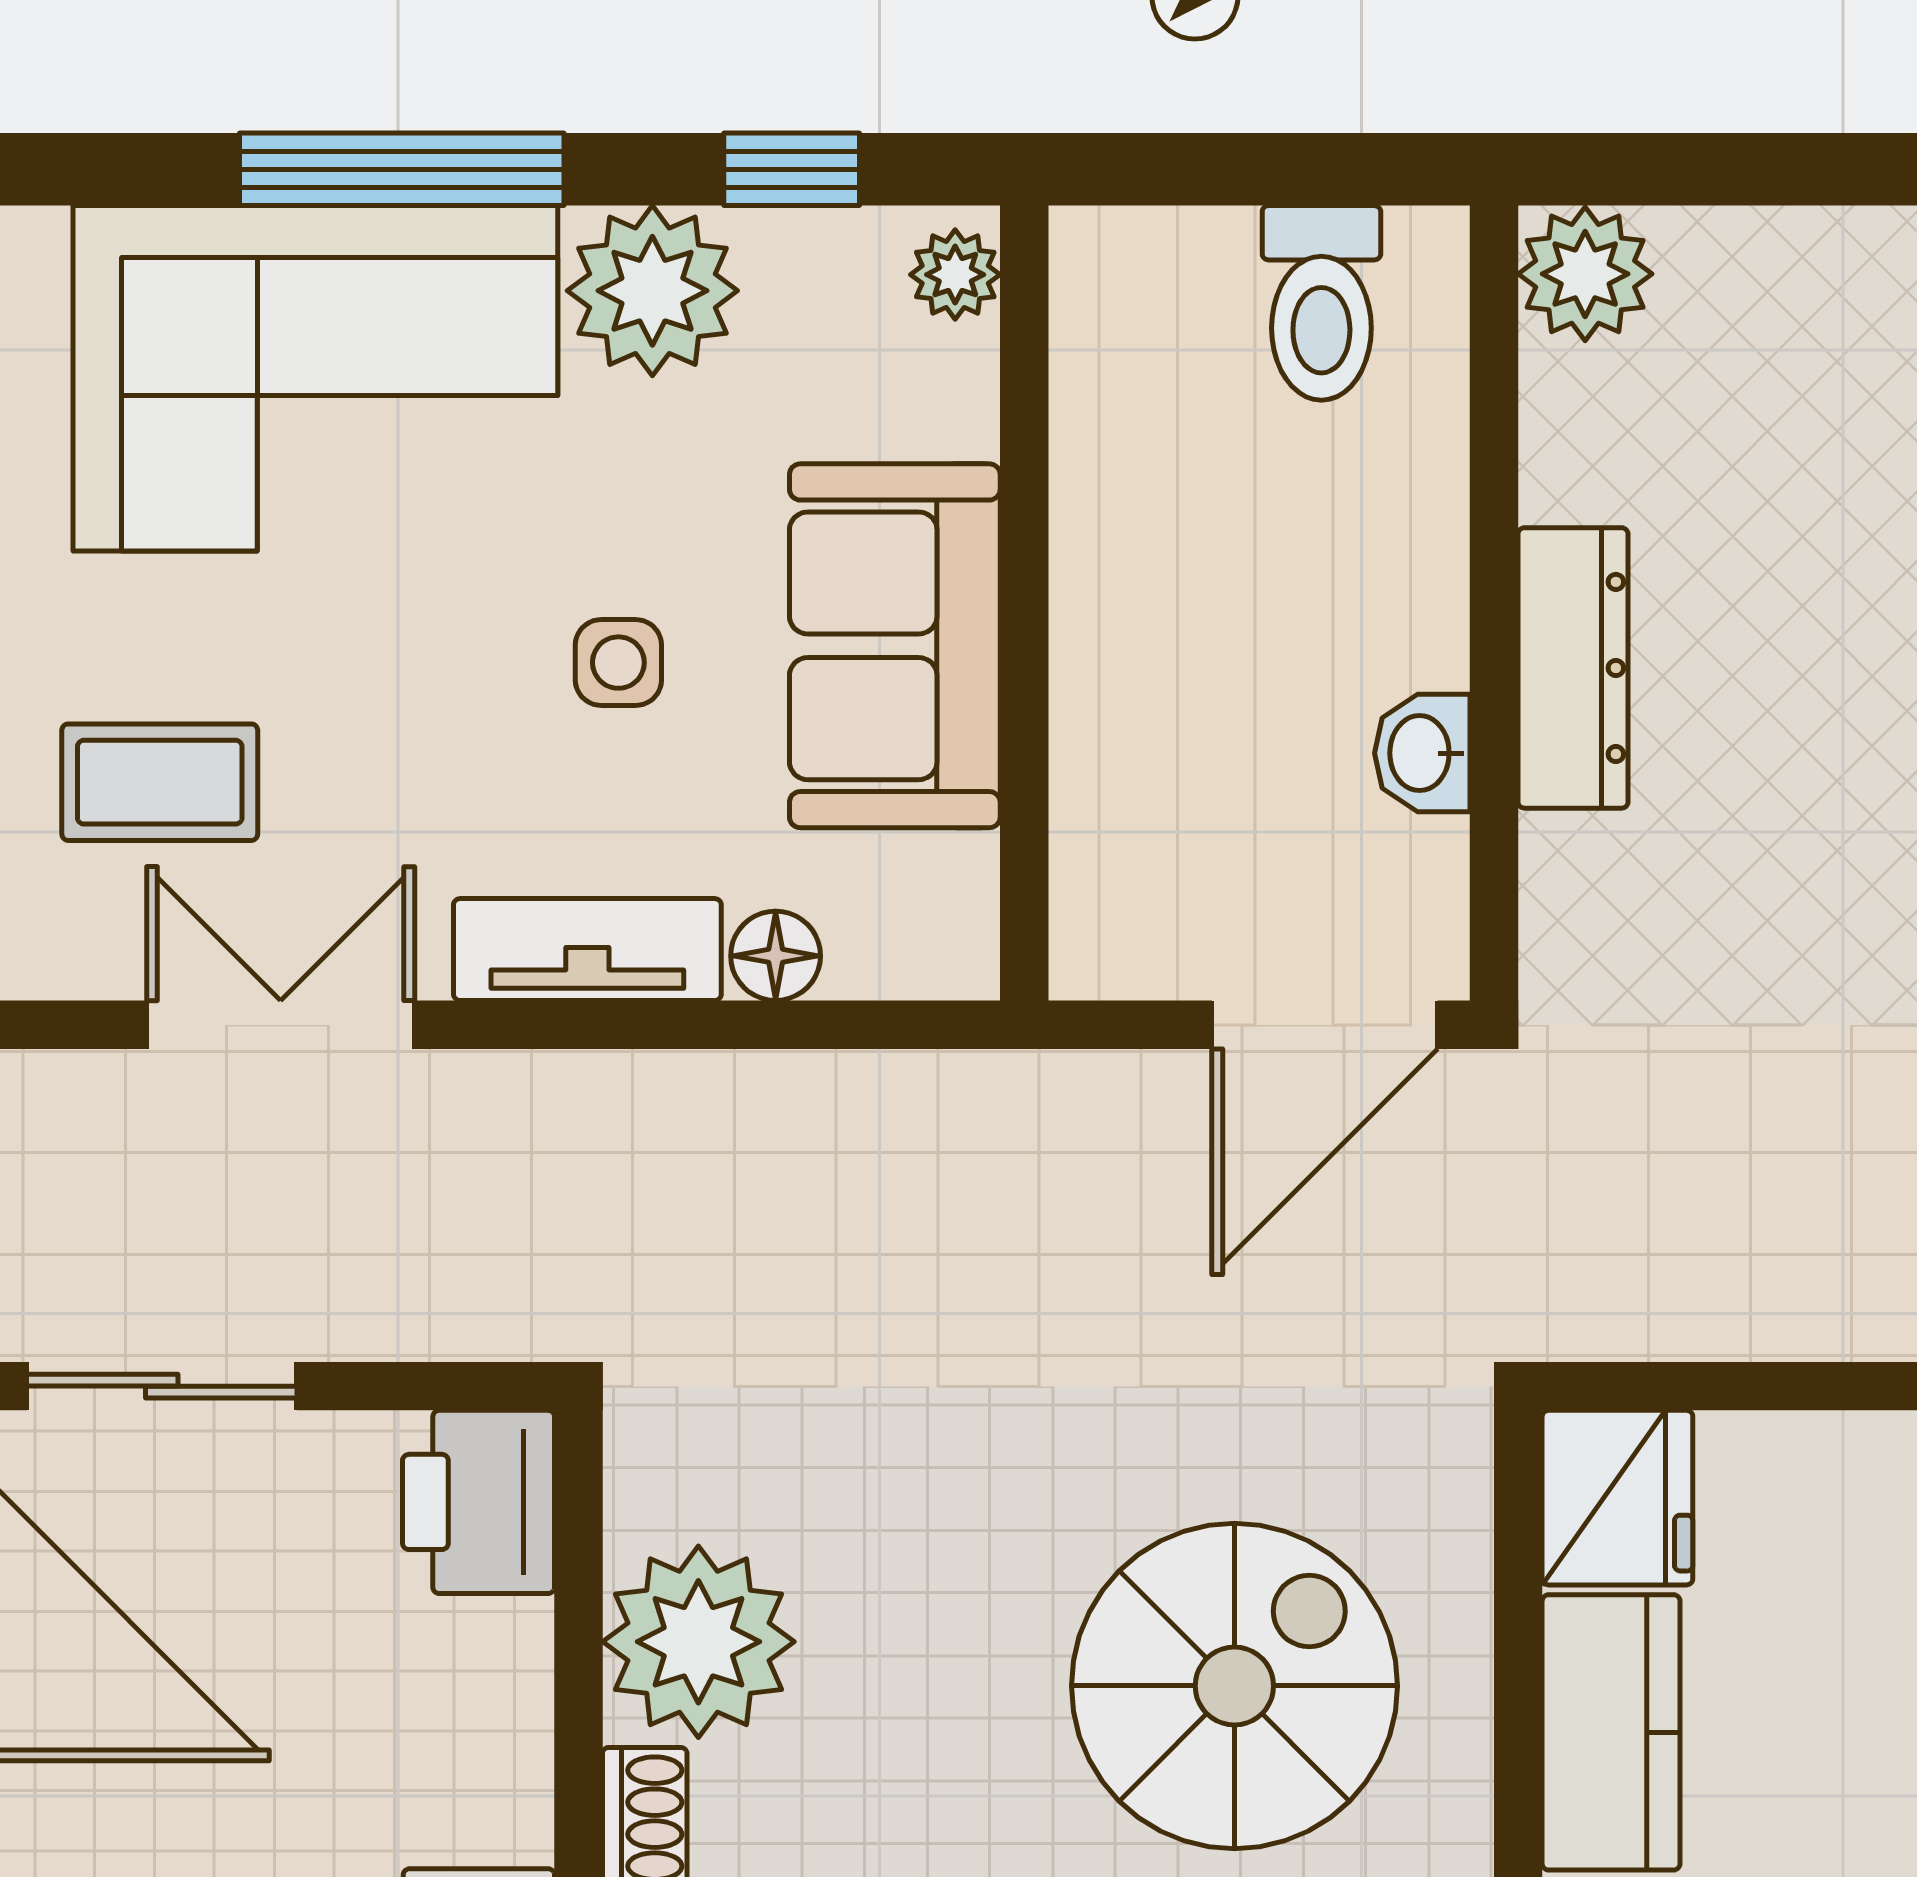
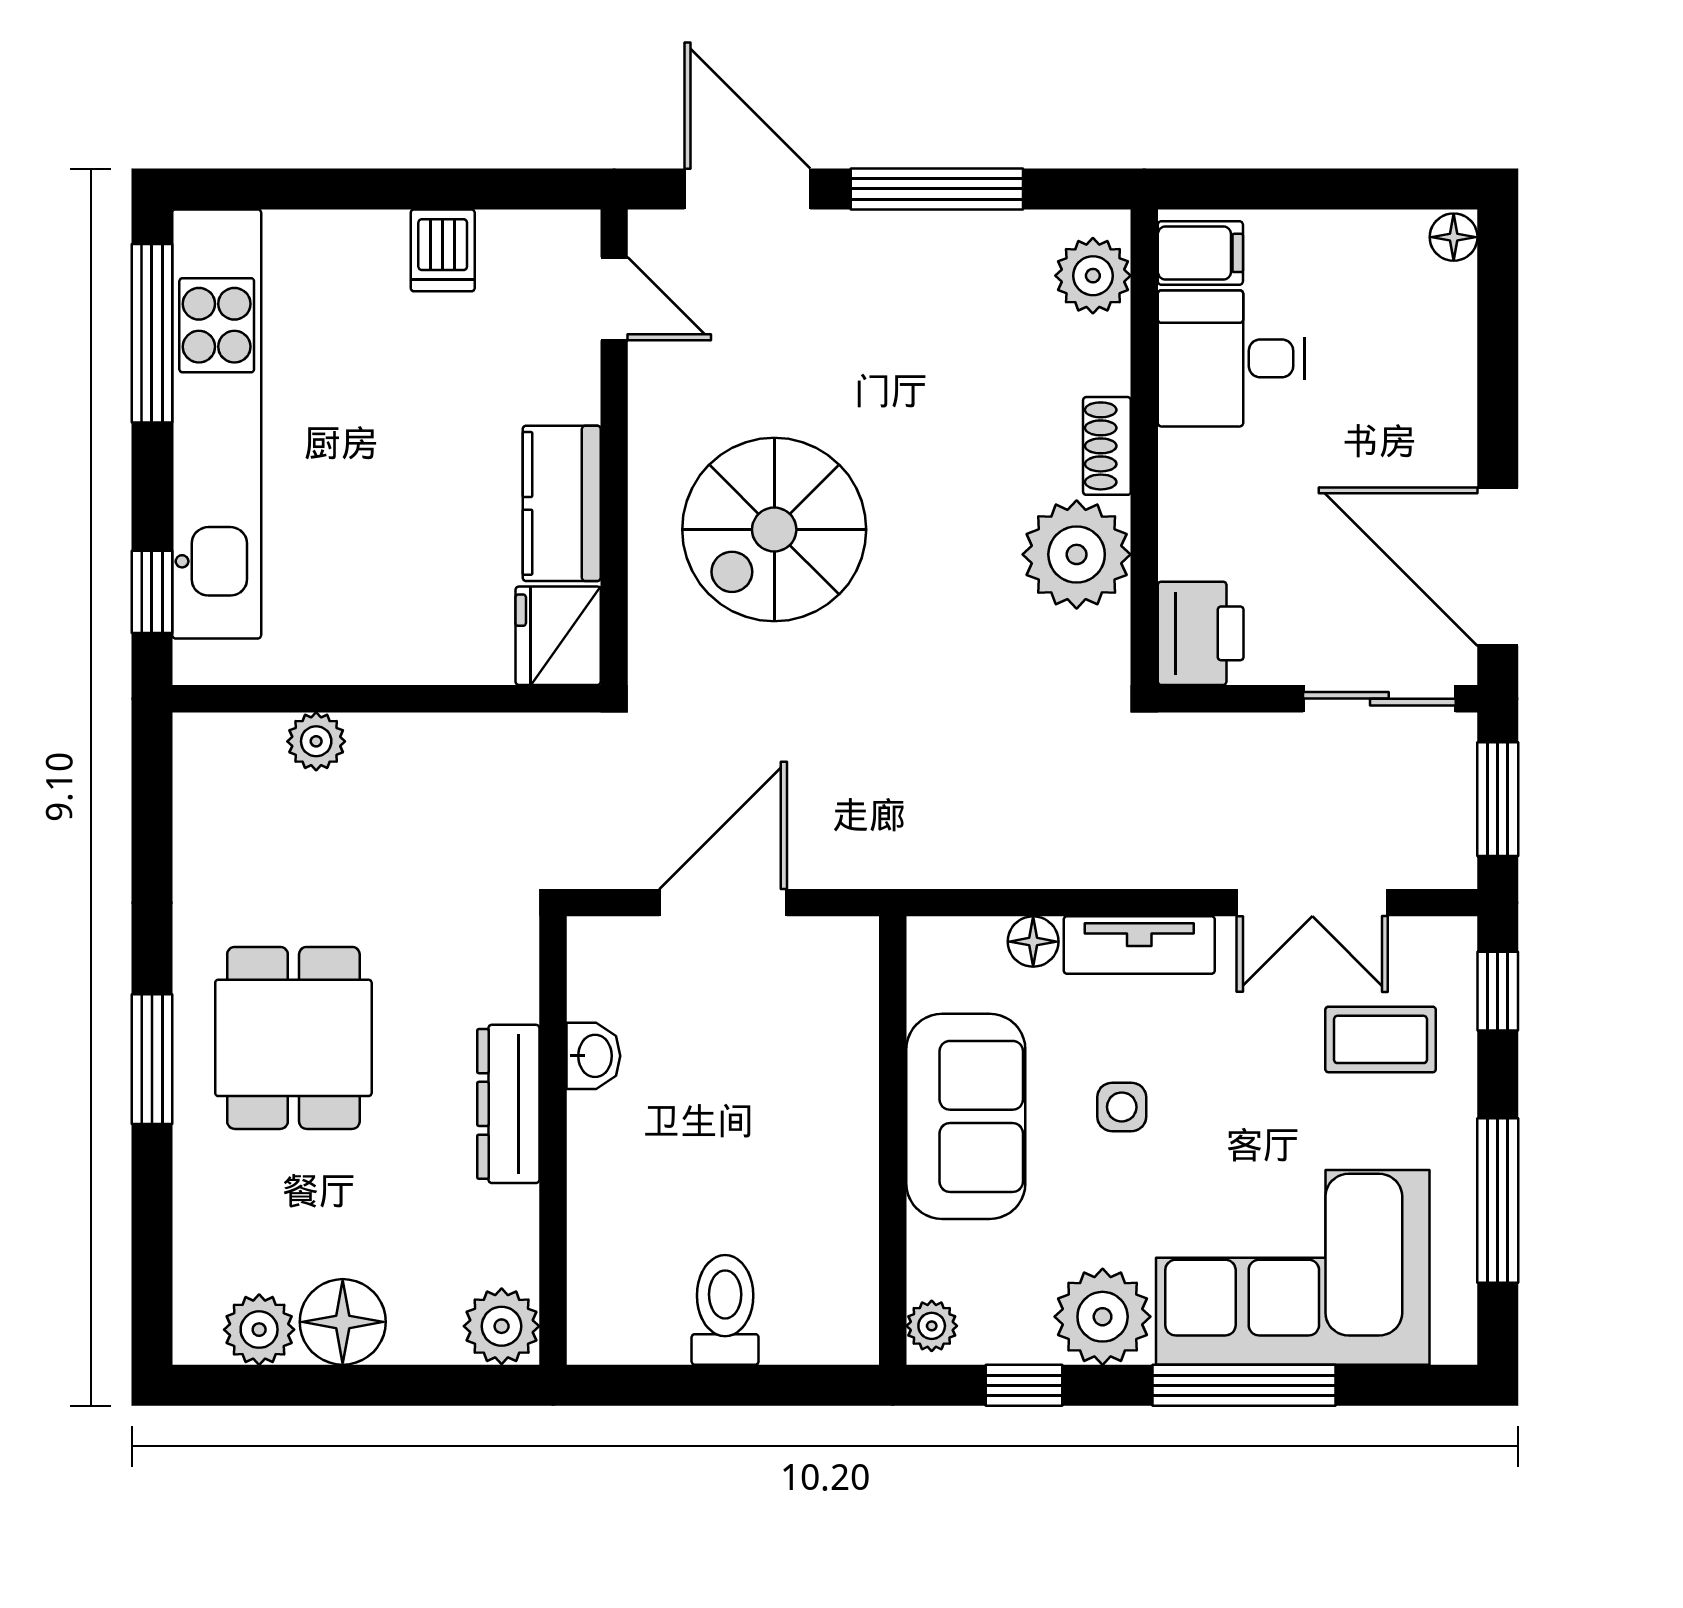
plant: (1585, 274) -> (502, 1326), moved
wall: (1494, 603) -> (553, 1141), moved
dresser: (1573, 668) -> (508, 1104), moved
washbasin: (1422, 753) -> (593, 1056), moved

